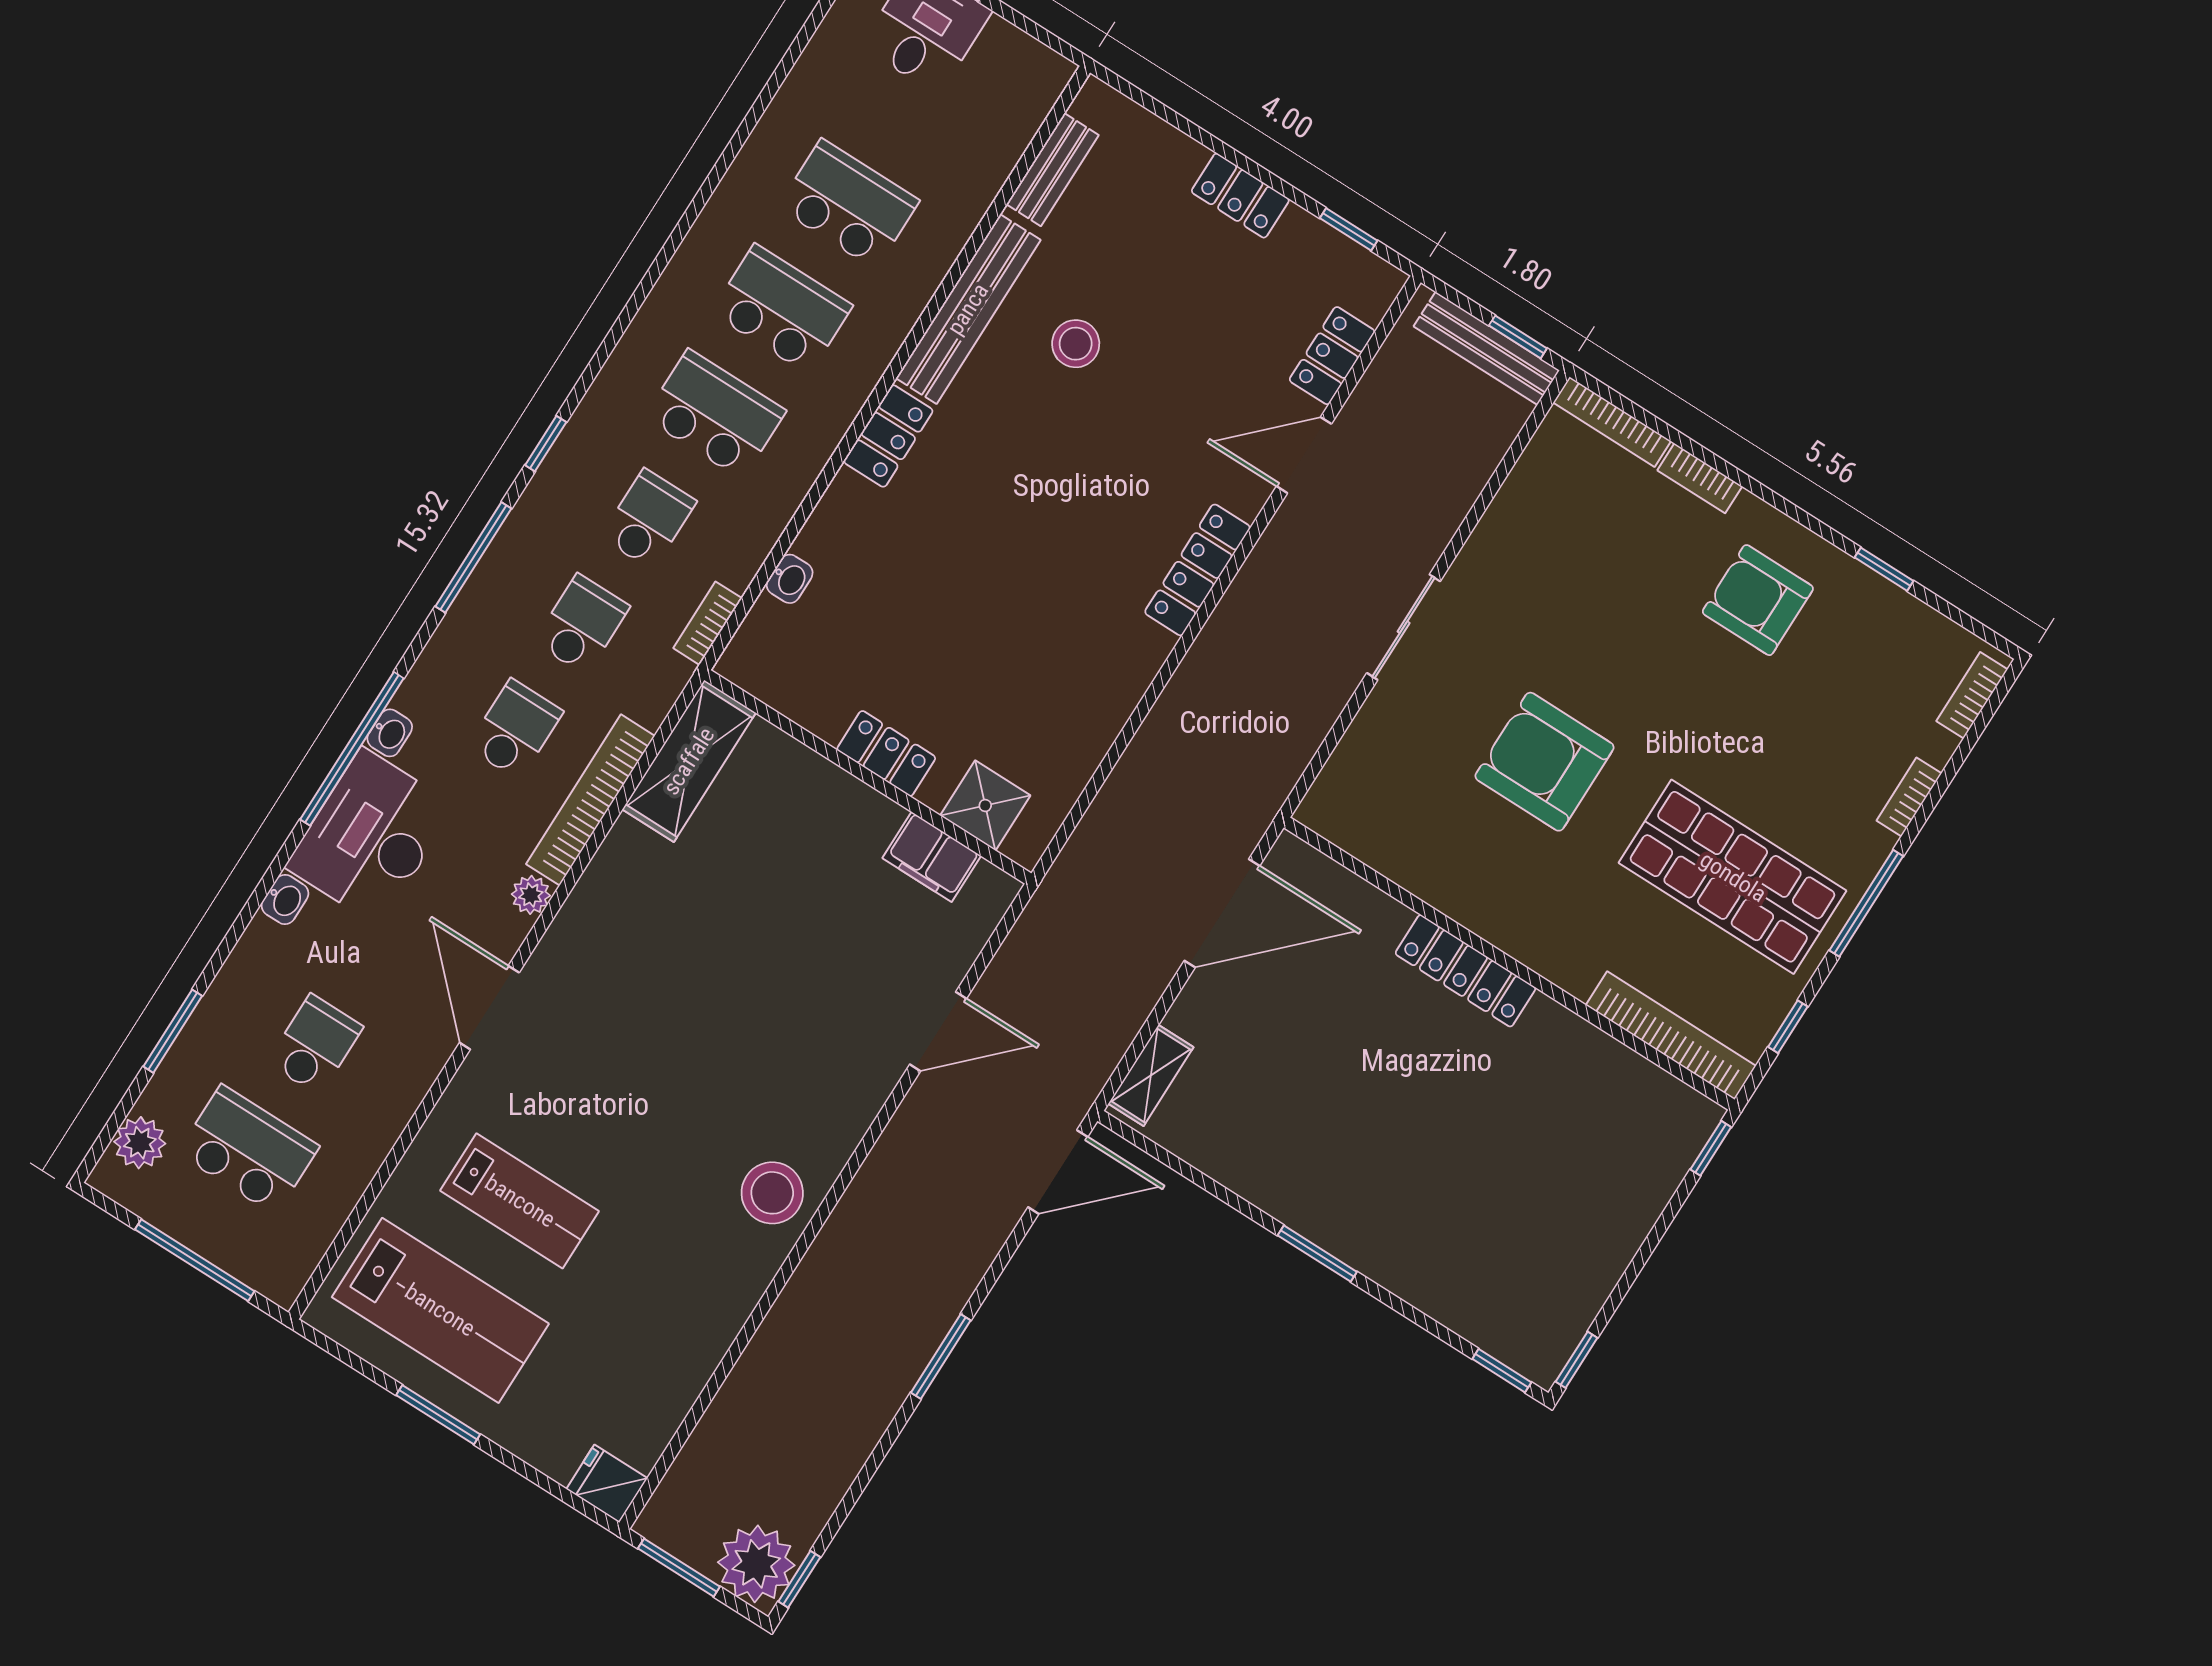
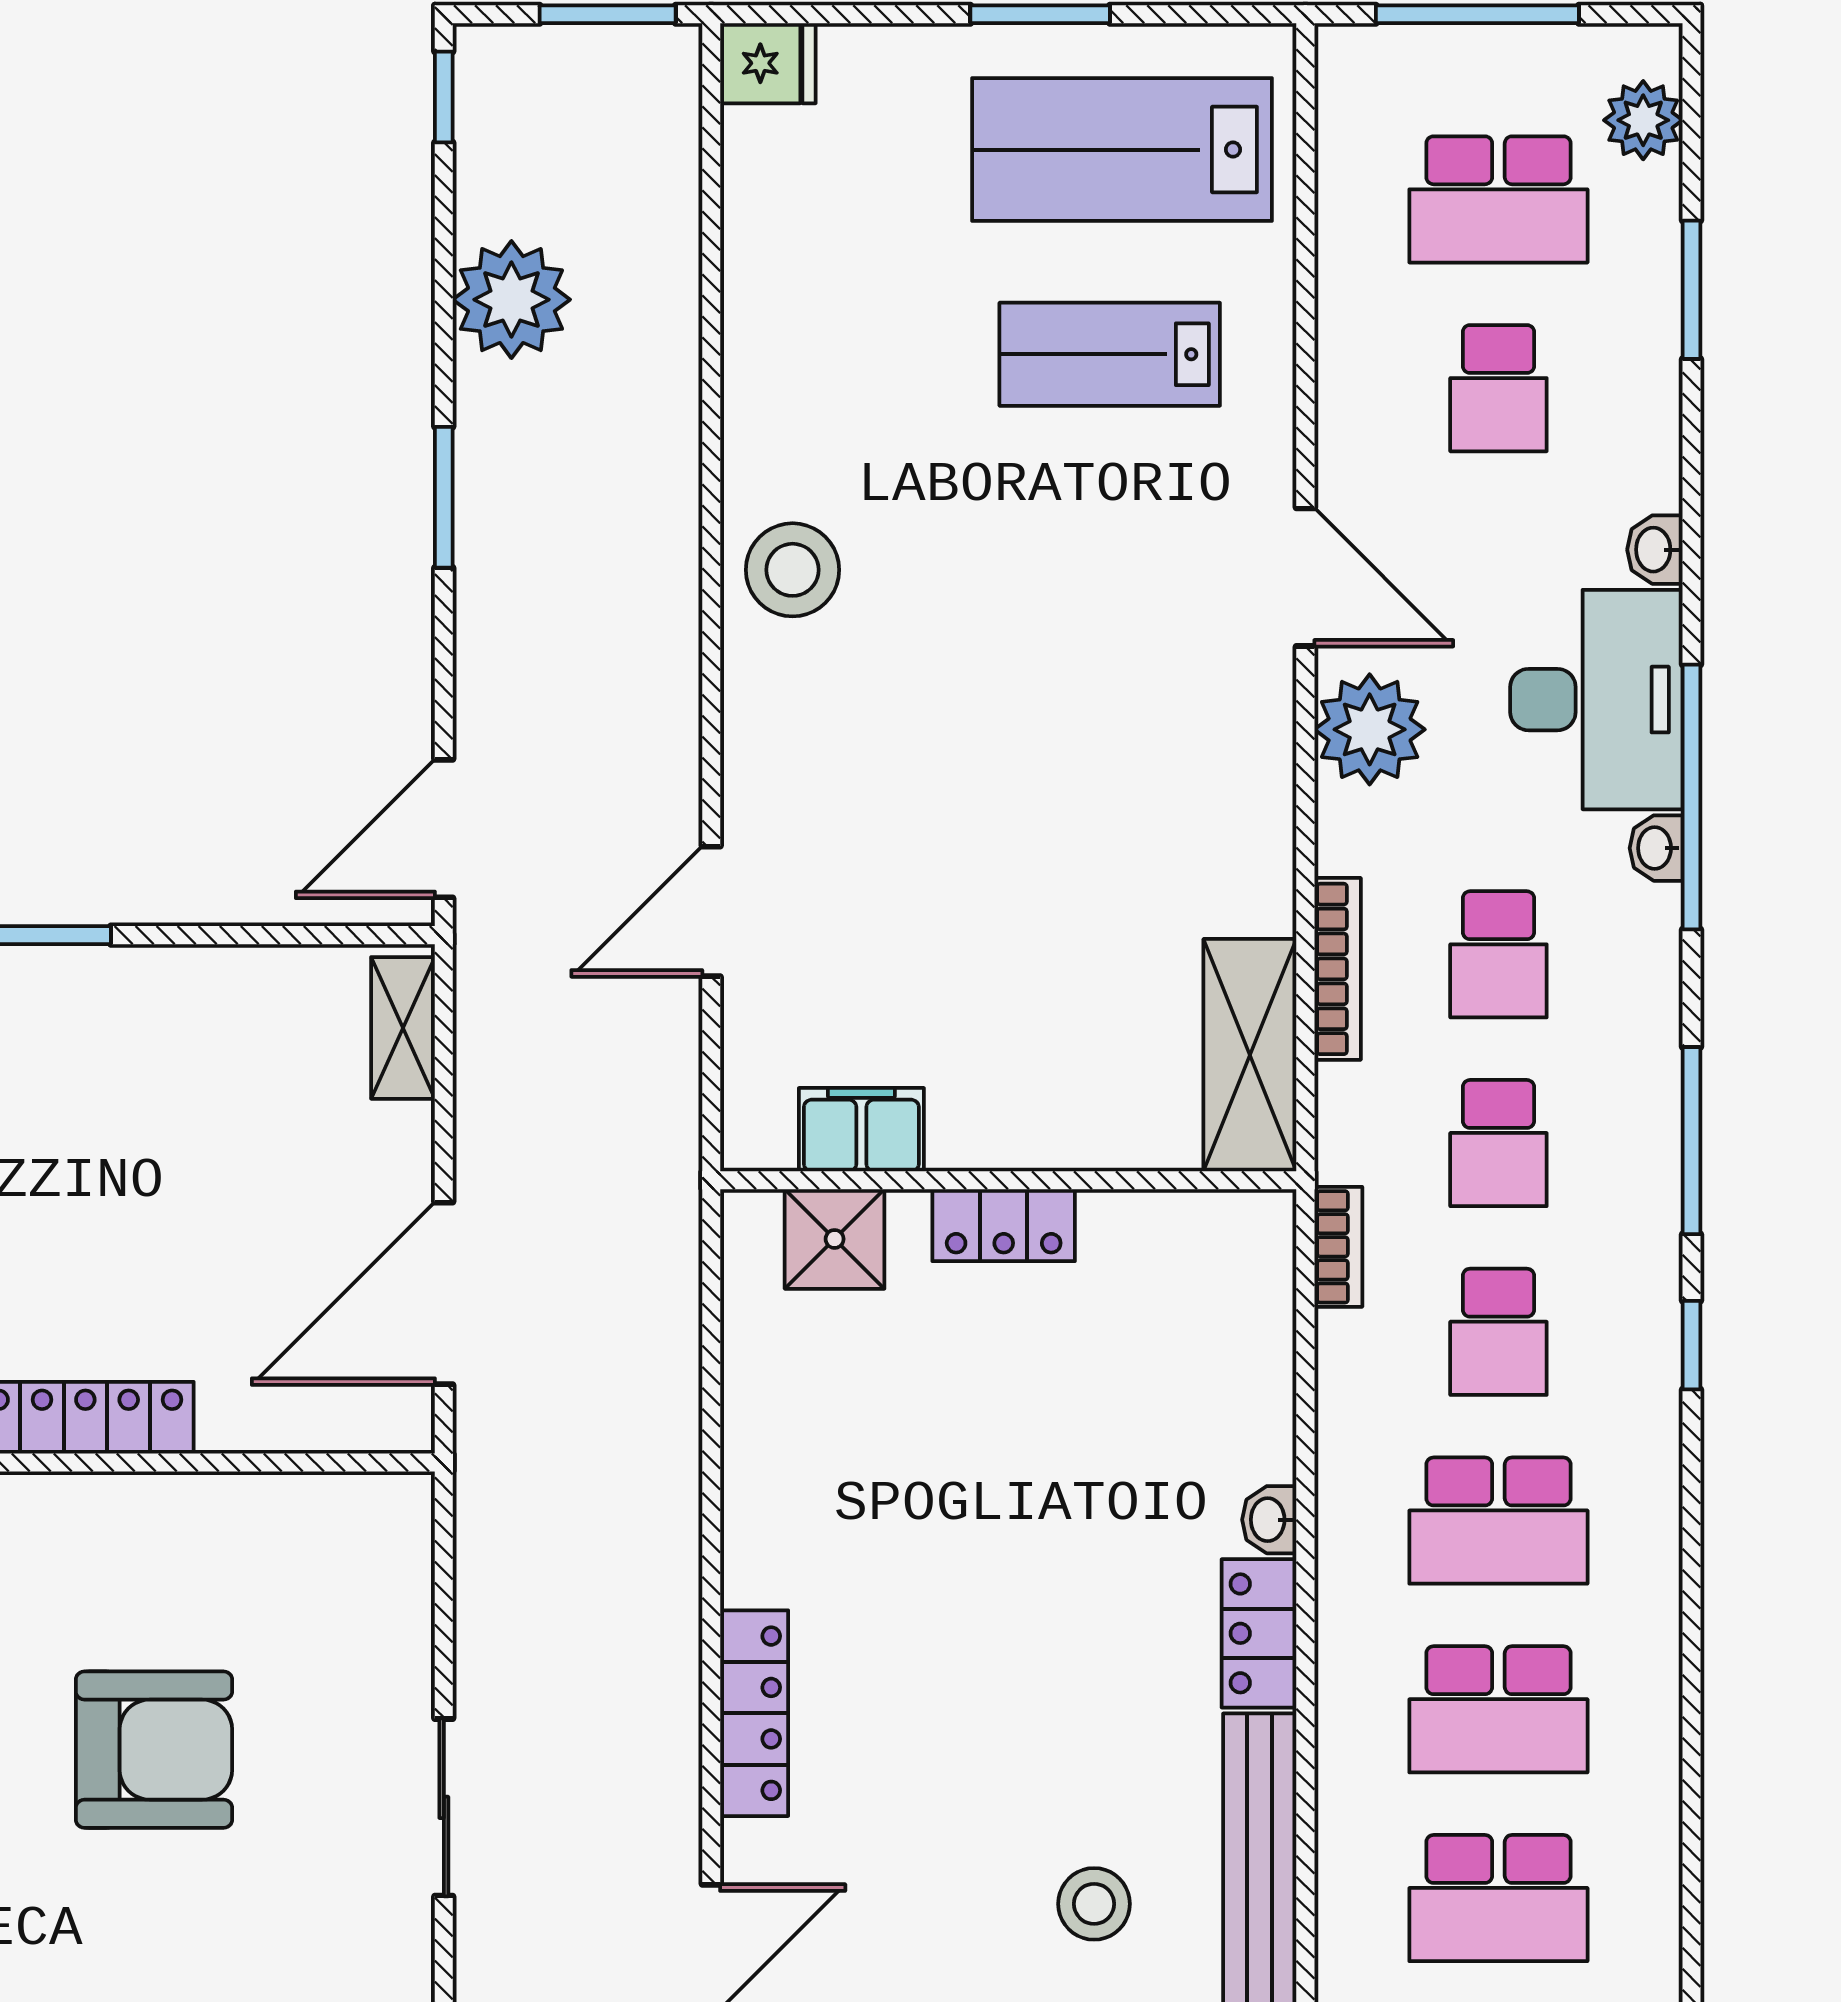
washbasin: (790, 579) -> (1269, 1520), moved
bookcase: (590, 800) -> (1338, 969), width x0.68, depth x0.76
plant: (531, 895) -> (1370, 729), width x1.88, depth x1.88
plant: (756, 1564) -> (511, 300), moved

